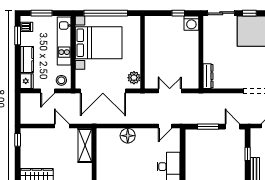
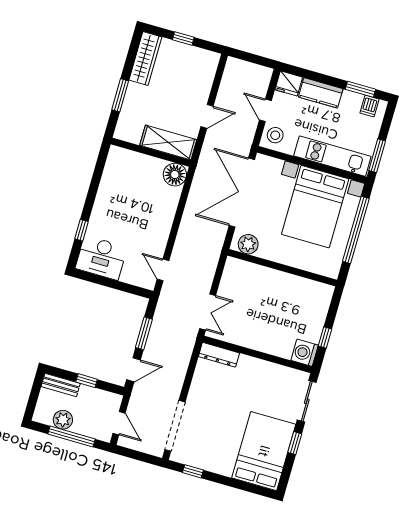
window: (41, 13) -> (377, 156), moved
double door: (170, 91) -> (208, 312), moved
floor lamp: (128, 136) -> (175, 175), moved
window: (18, 140) -> (183, 38), moved

